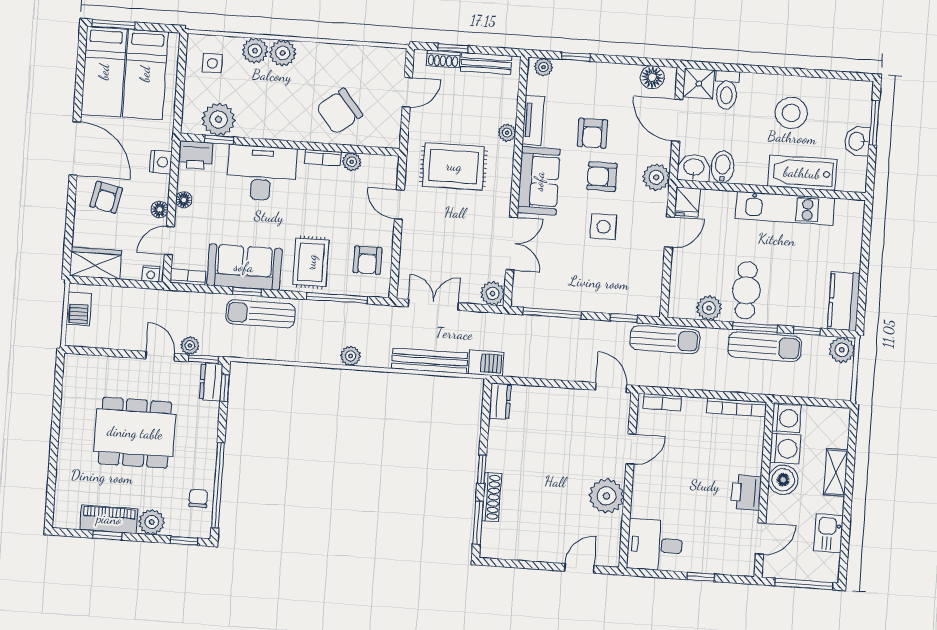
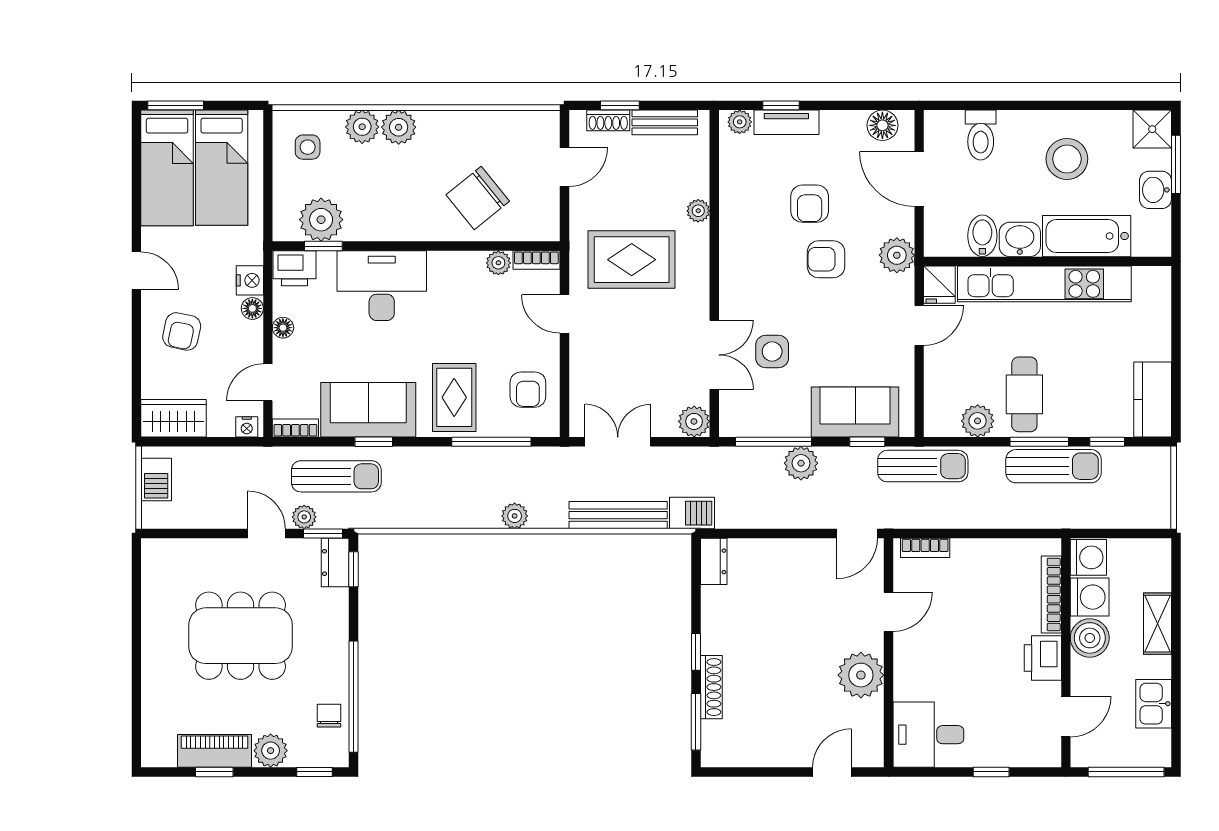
shower: (699, 83) -> (1152, 129), moved
tv unit: (533, 120) -> (786, 122), moved, turned 90
door: (75, 148) -> (136, 271), width x0.53
bookcase: (323, 158) -> (536, 260), moved
washbasin: (694, 168) -> (1020, 239), moved
sofa: (539, 181) -> (855, 412), moved, turned -90
kitchen unit: (785, 208) -> (1044, 284), width x1.36
floor lamp: (160, 210) -> (252, 308), moved
side table: (603, 227) -> (772, 351), moved
sun lounger: (261, 314) -> (336, 476), moved, turned 180
plant: (842, 350) -> (801, 463), moved
door: (611, 388) -> (857, 533), swing flipped
bookcase: (737, 407) -> (1051, 595), moved, turned 90

